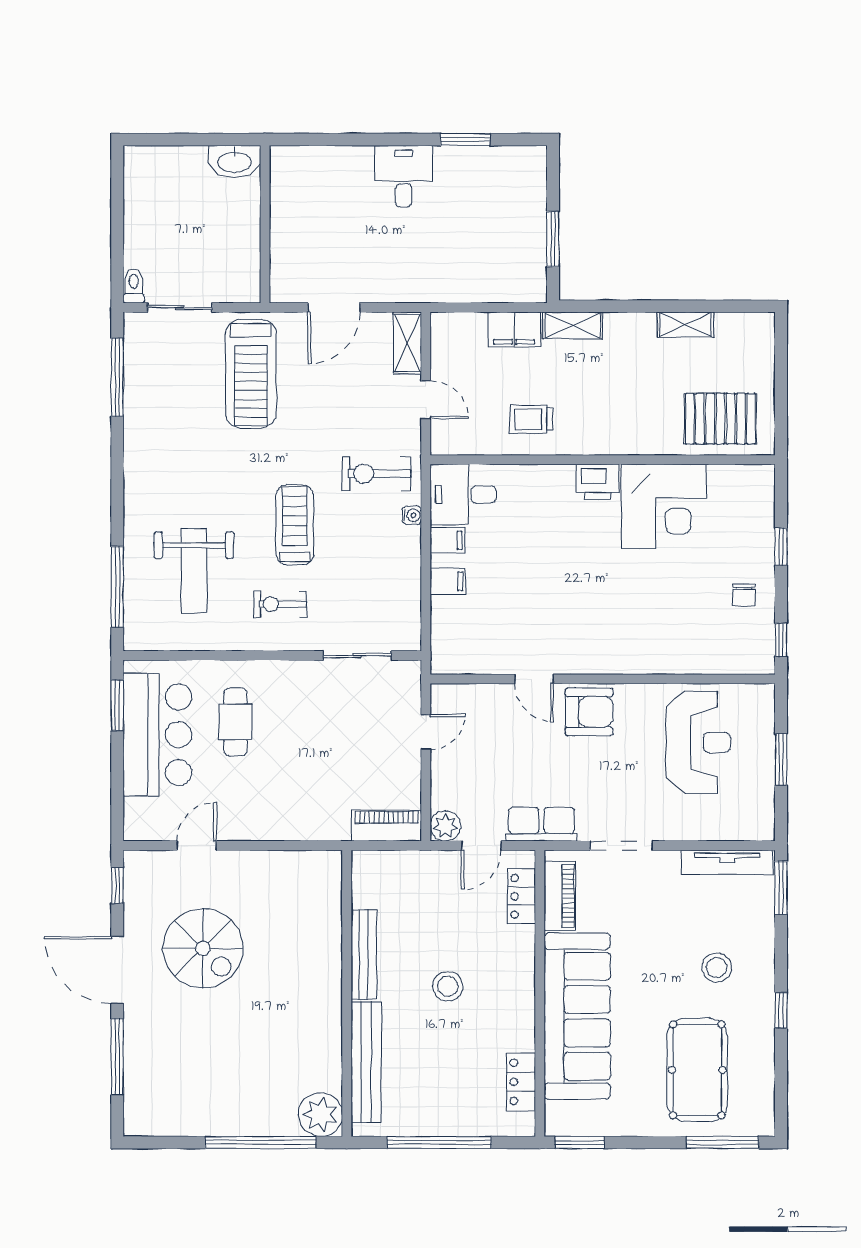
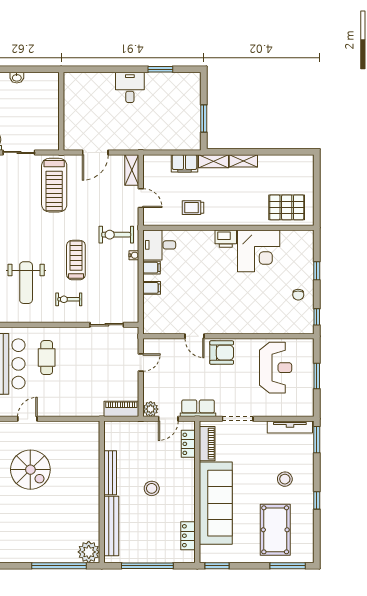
washbasin: (234, 161) -> (17, 78), moved, width x0.52, depth x0.69
shelving: (685, 325) -> (243, 161), moved

